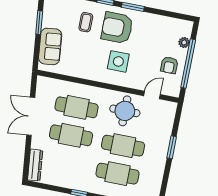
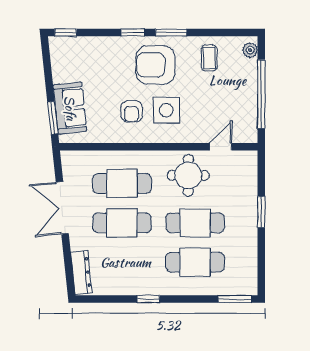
window: (39, 22) -> (53, 118), moved
coffee table: (86, 22) -> (209, 58), moved
plant: (184, 43) -> (250, 50), moved
armchair: (169, 65) -> (131, 111), moved

